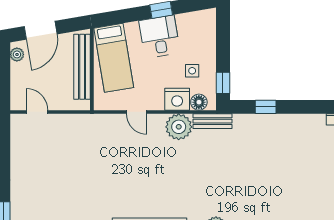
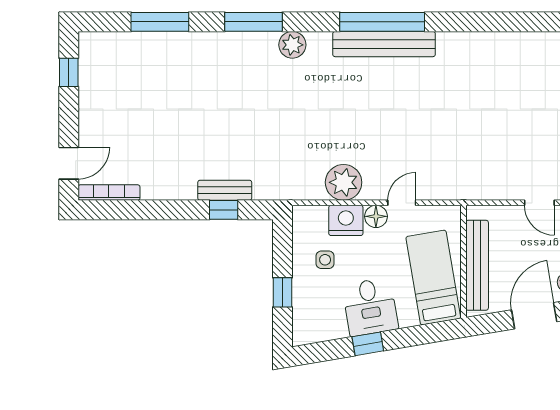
window: (223, 83) -> (283, 292), moved
floor lamp: (199, 102) -> (376, 216), moved
door: (137, 112) -> (402, 203), hinge flipped
bench: (213, 121) -> (225, 190), moved

